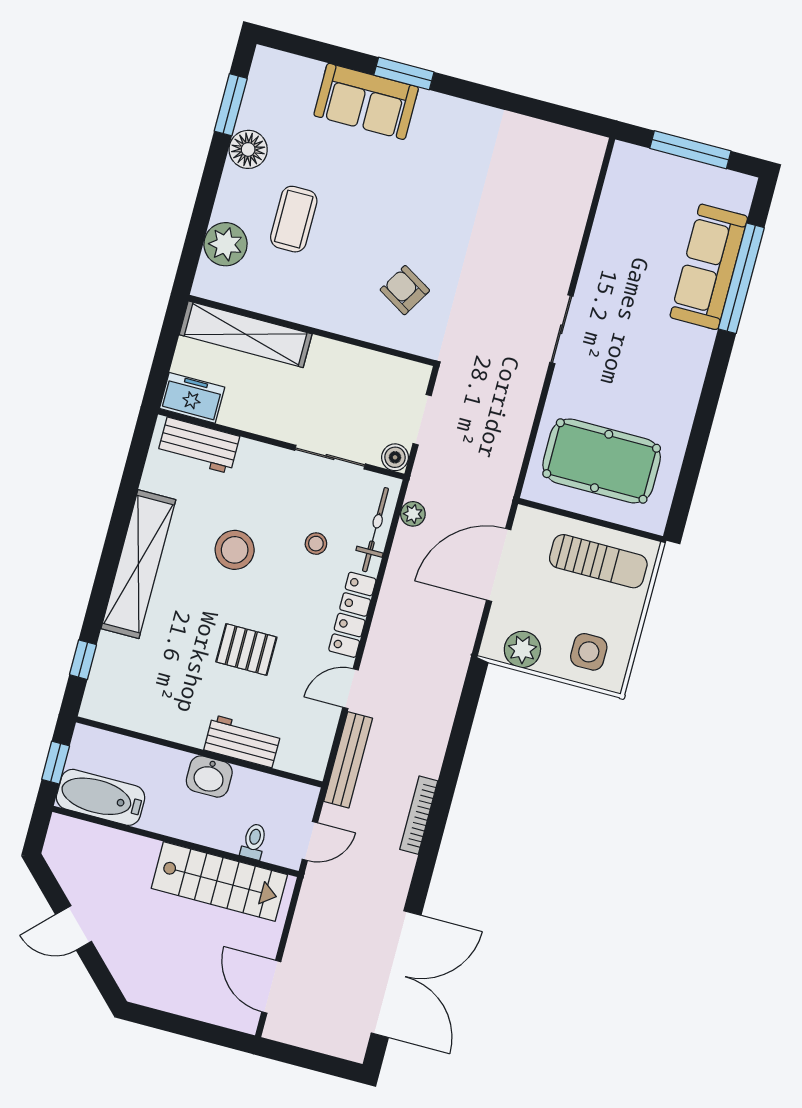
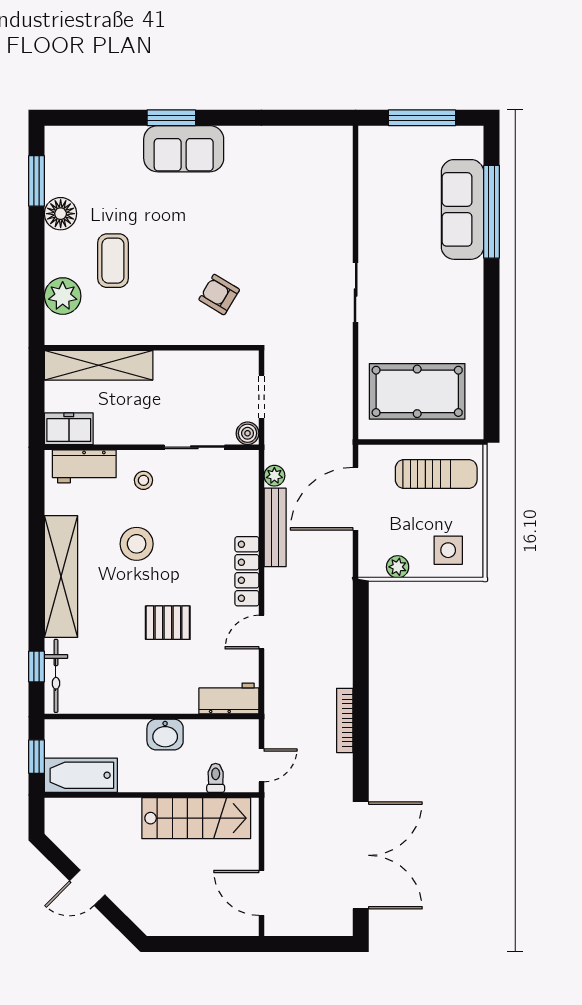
sofa: (366, 101) -> (184, 149), moved
bicycle: (375, 530) -> (56, 676), moved, turned 180
stool: (316, 544) -> (143, 480), moved
plant: (522, 649) -> (398, 567), width x0.73, depth x0.73
workbench: (242, 741) -> (229, 698), moved
bench: (348, 760) -> (275, 527), moved

